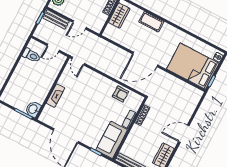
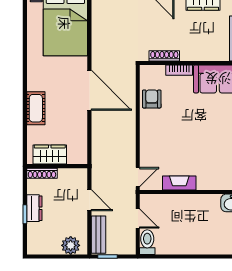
toilet: (31, 55) -> (147, 242), moved
fireplace: (56, 95) -> (179, 183), moved

